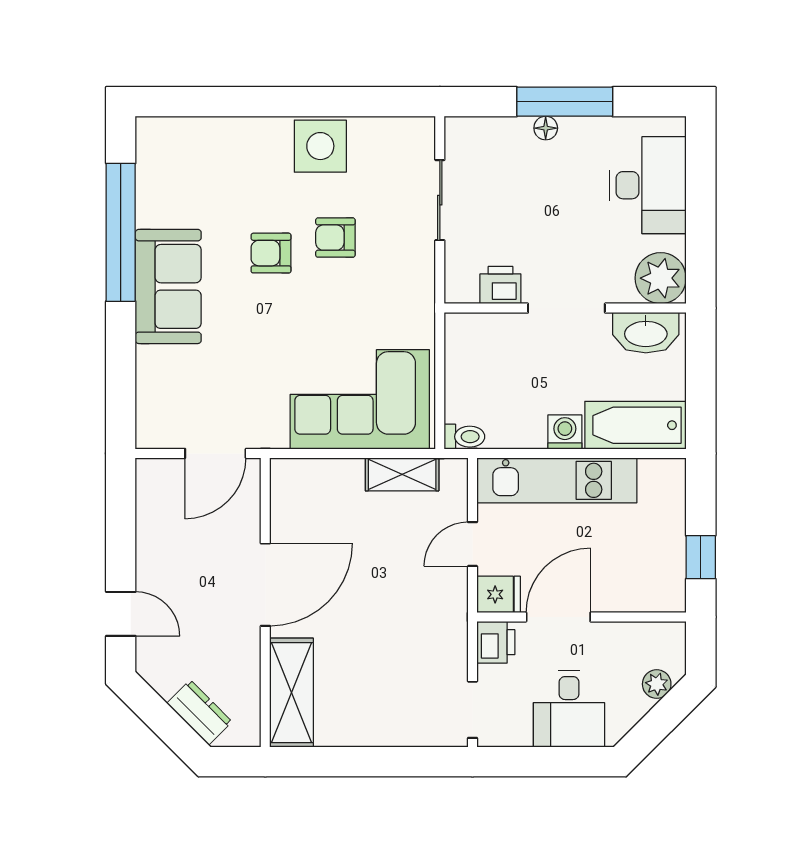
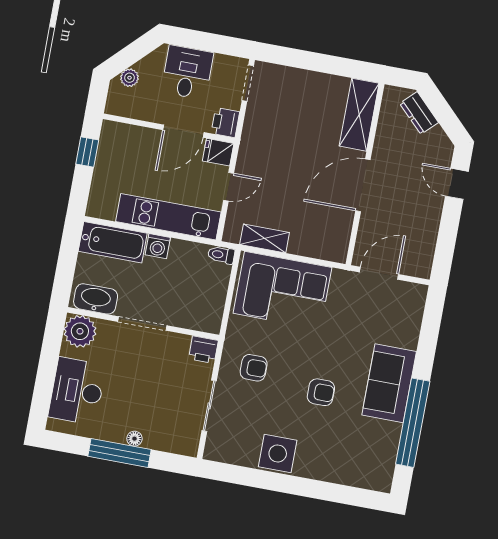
armchair: (335, 238) -> (254, 368), moved
printer: (500, 285) -> (203, 350), moved

